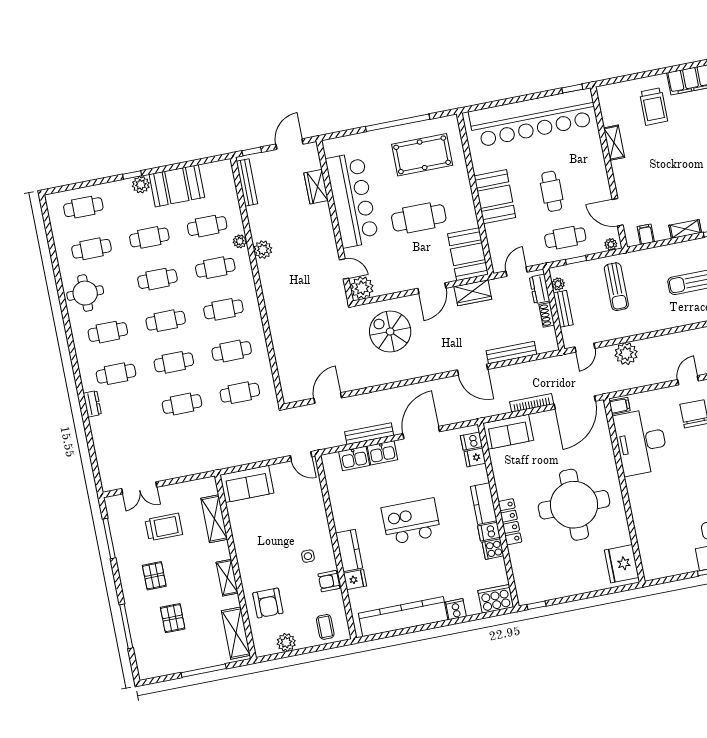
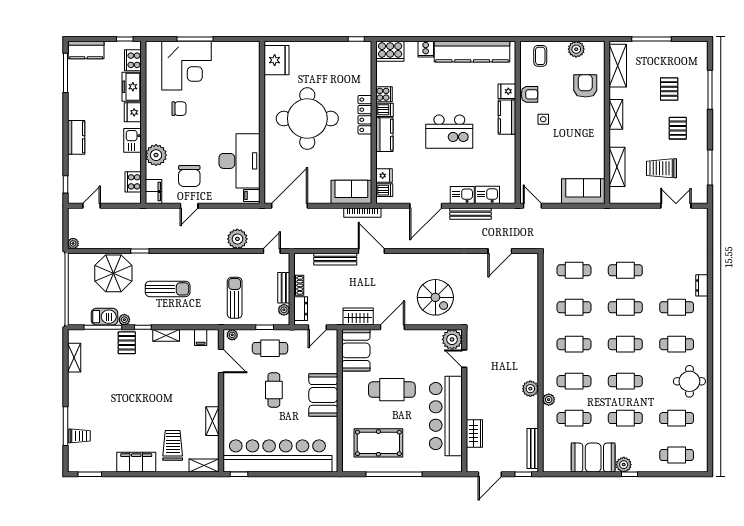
shelving: (614, 91) -> (204, 465), added
bookcase: (532, 403) -> (362, 213), moved

